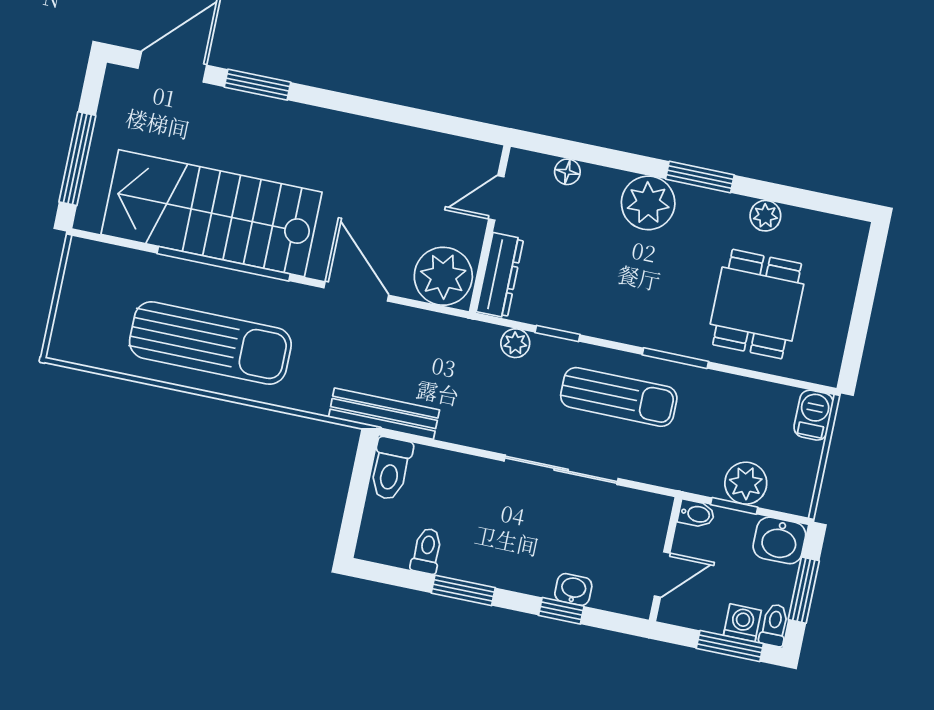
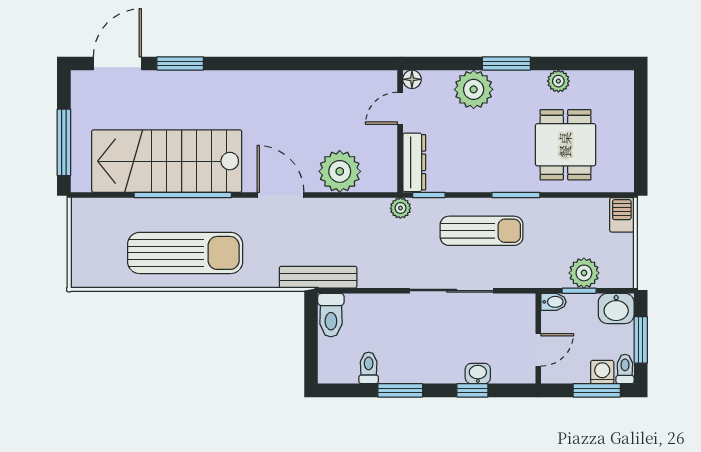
door: (496, 198) -> (400, 108), moved
wall: (490, 229) -> (400, 131), moved
dresser: (500, 275) -> (414, 162), moved

